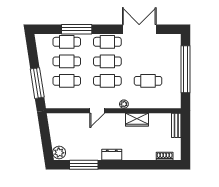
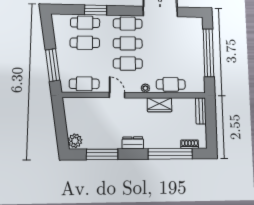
window: (77, 29) -> (96, 10), width x0.69
cafe table: (67, 81) -> (84, 84), moved
cafe table: (148, 81) -> (171, 84), moved
door: (97, 111) -> (117, 95), swing flipped
window: (146, 165) -> (170, 154), added

